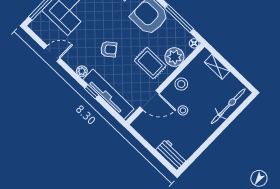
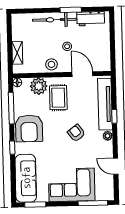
bicycle: (228, 106) -> (54, 20), moved
window: (208, 142) -> (71, 10), added
workbench: (172, 155) -> (91, 19), moved, turned -90

